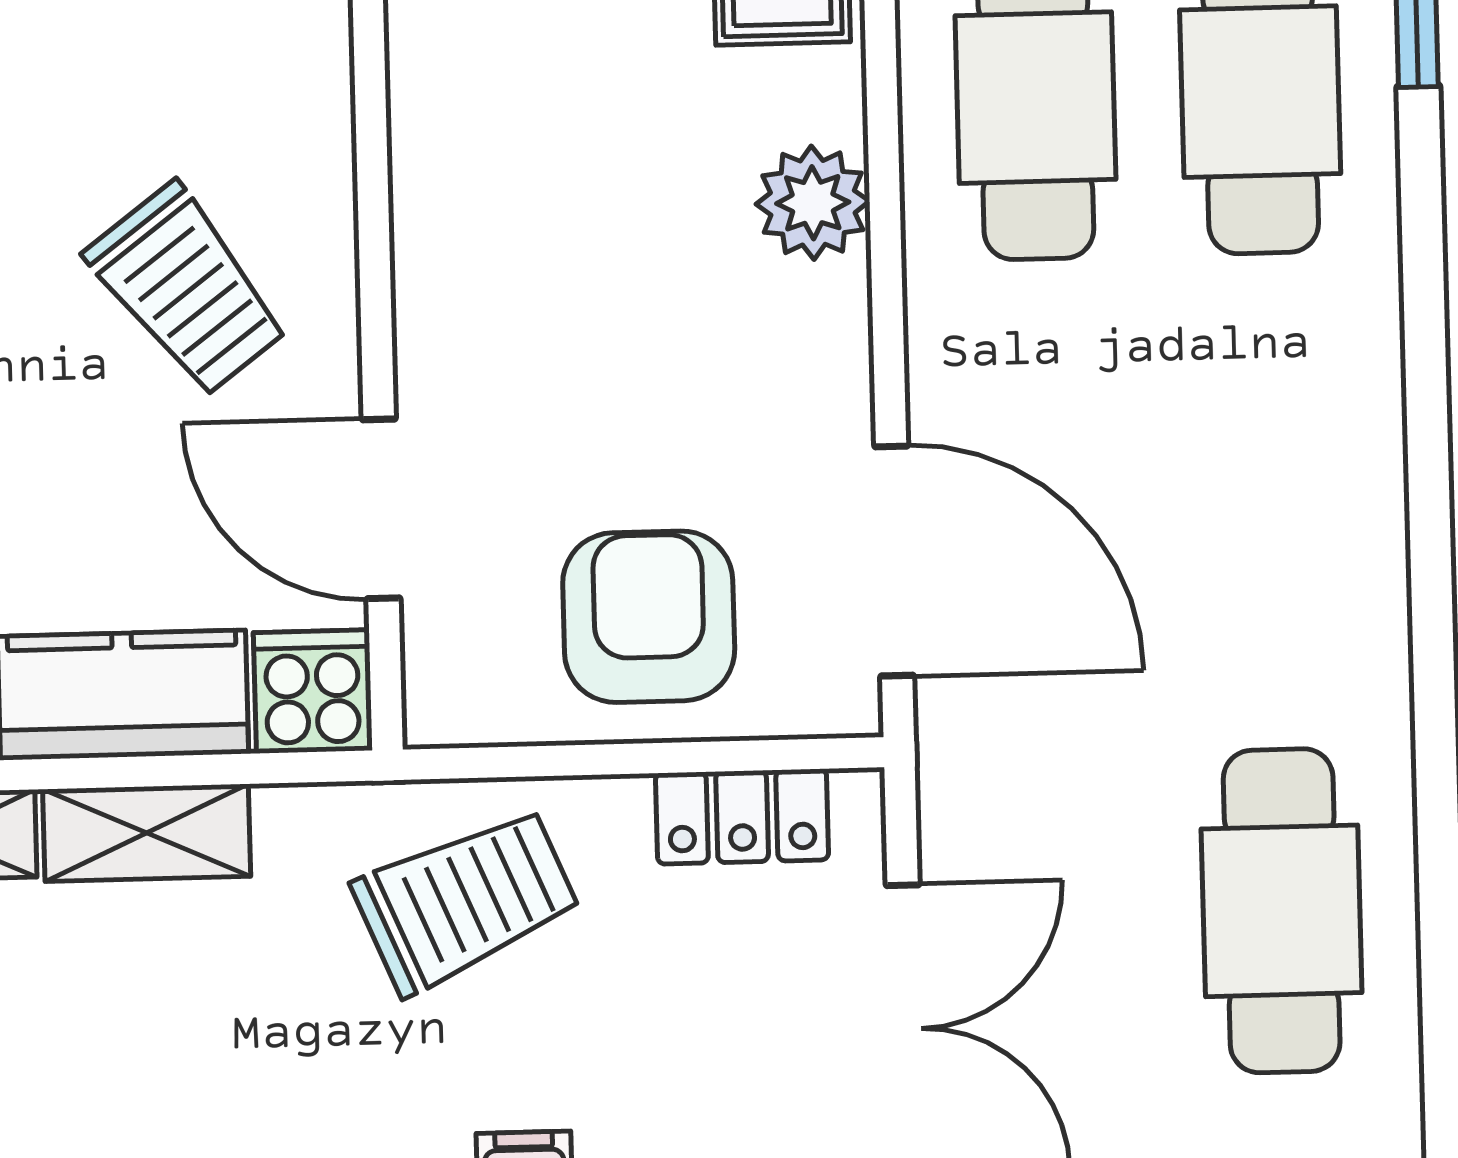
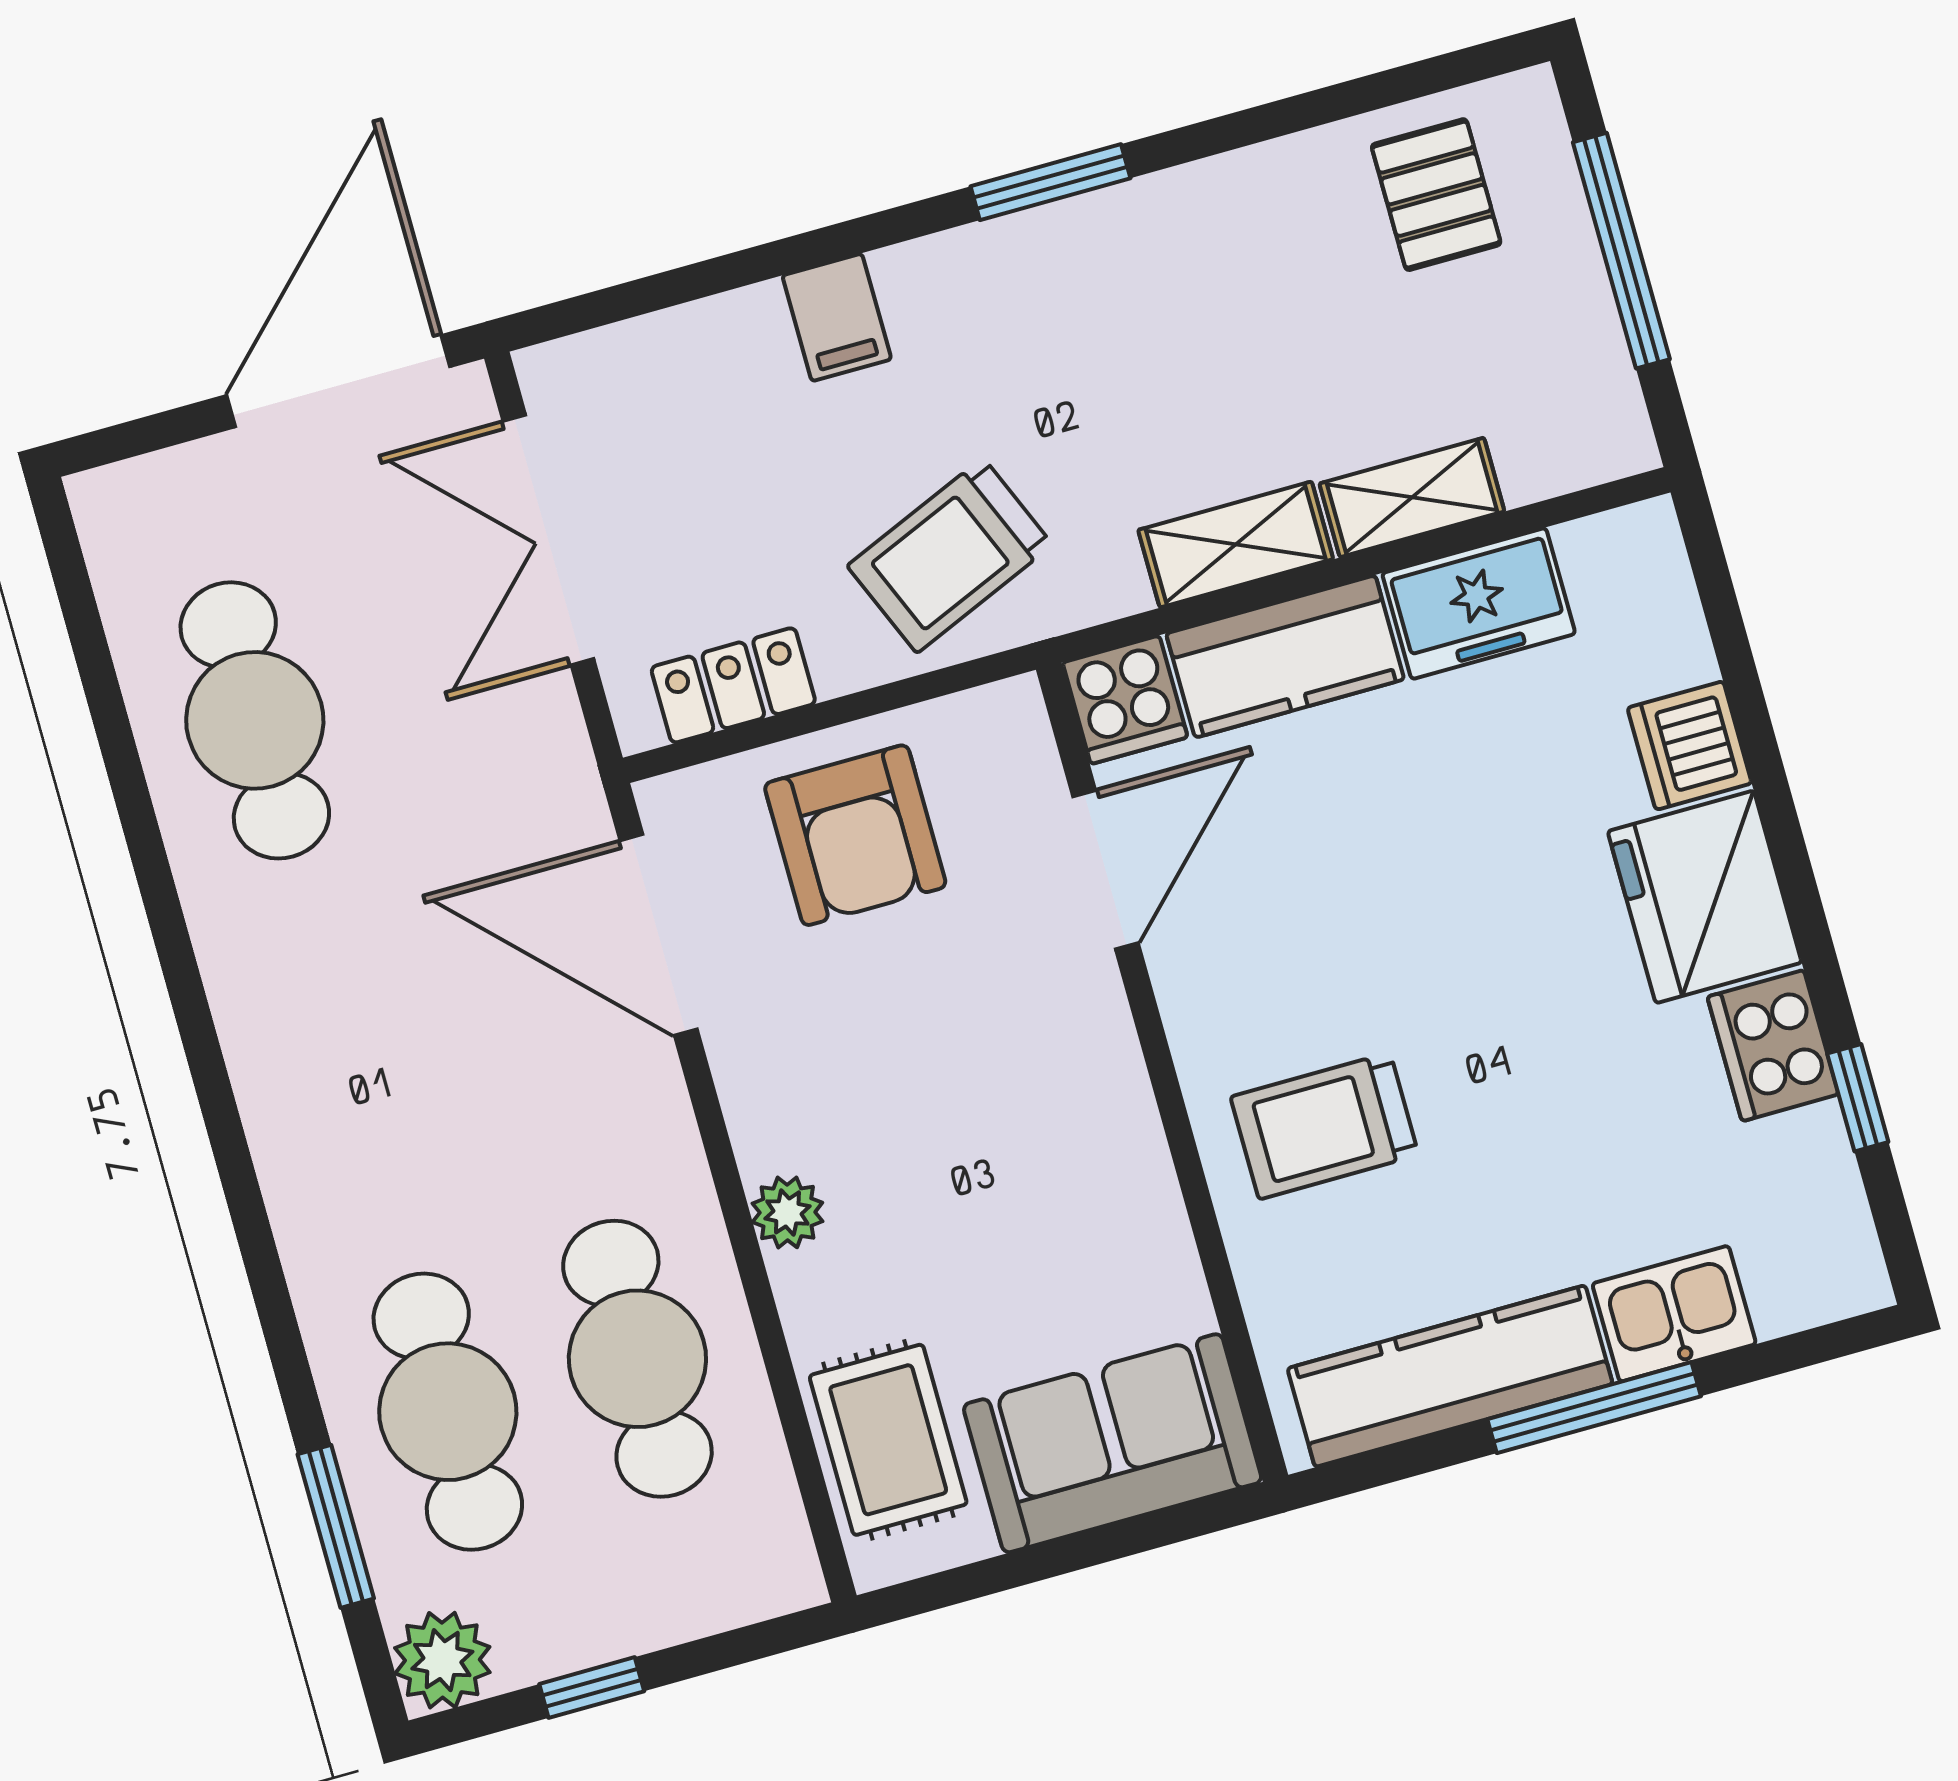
plant: (813, 203) -> (787, 1212), width x0.73, depth x0.73
trolley: (187, 290) -> (1325, 1126), moved, turned -53
door: (381, 509) -> (1106, 870), hinge flipped

